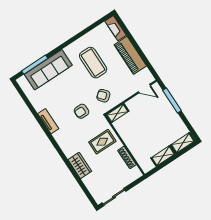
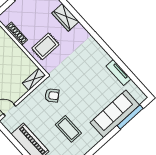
coffee table: (93, 63) -> (68, 129), width x0.73, depth x0.76
armchair: (82, 111) -> (73, 75), removed
tv unit: (48, 121) -> (119, 73), moved

